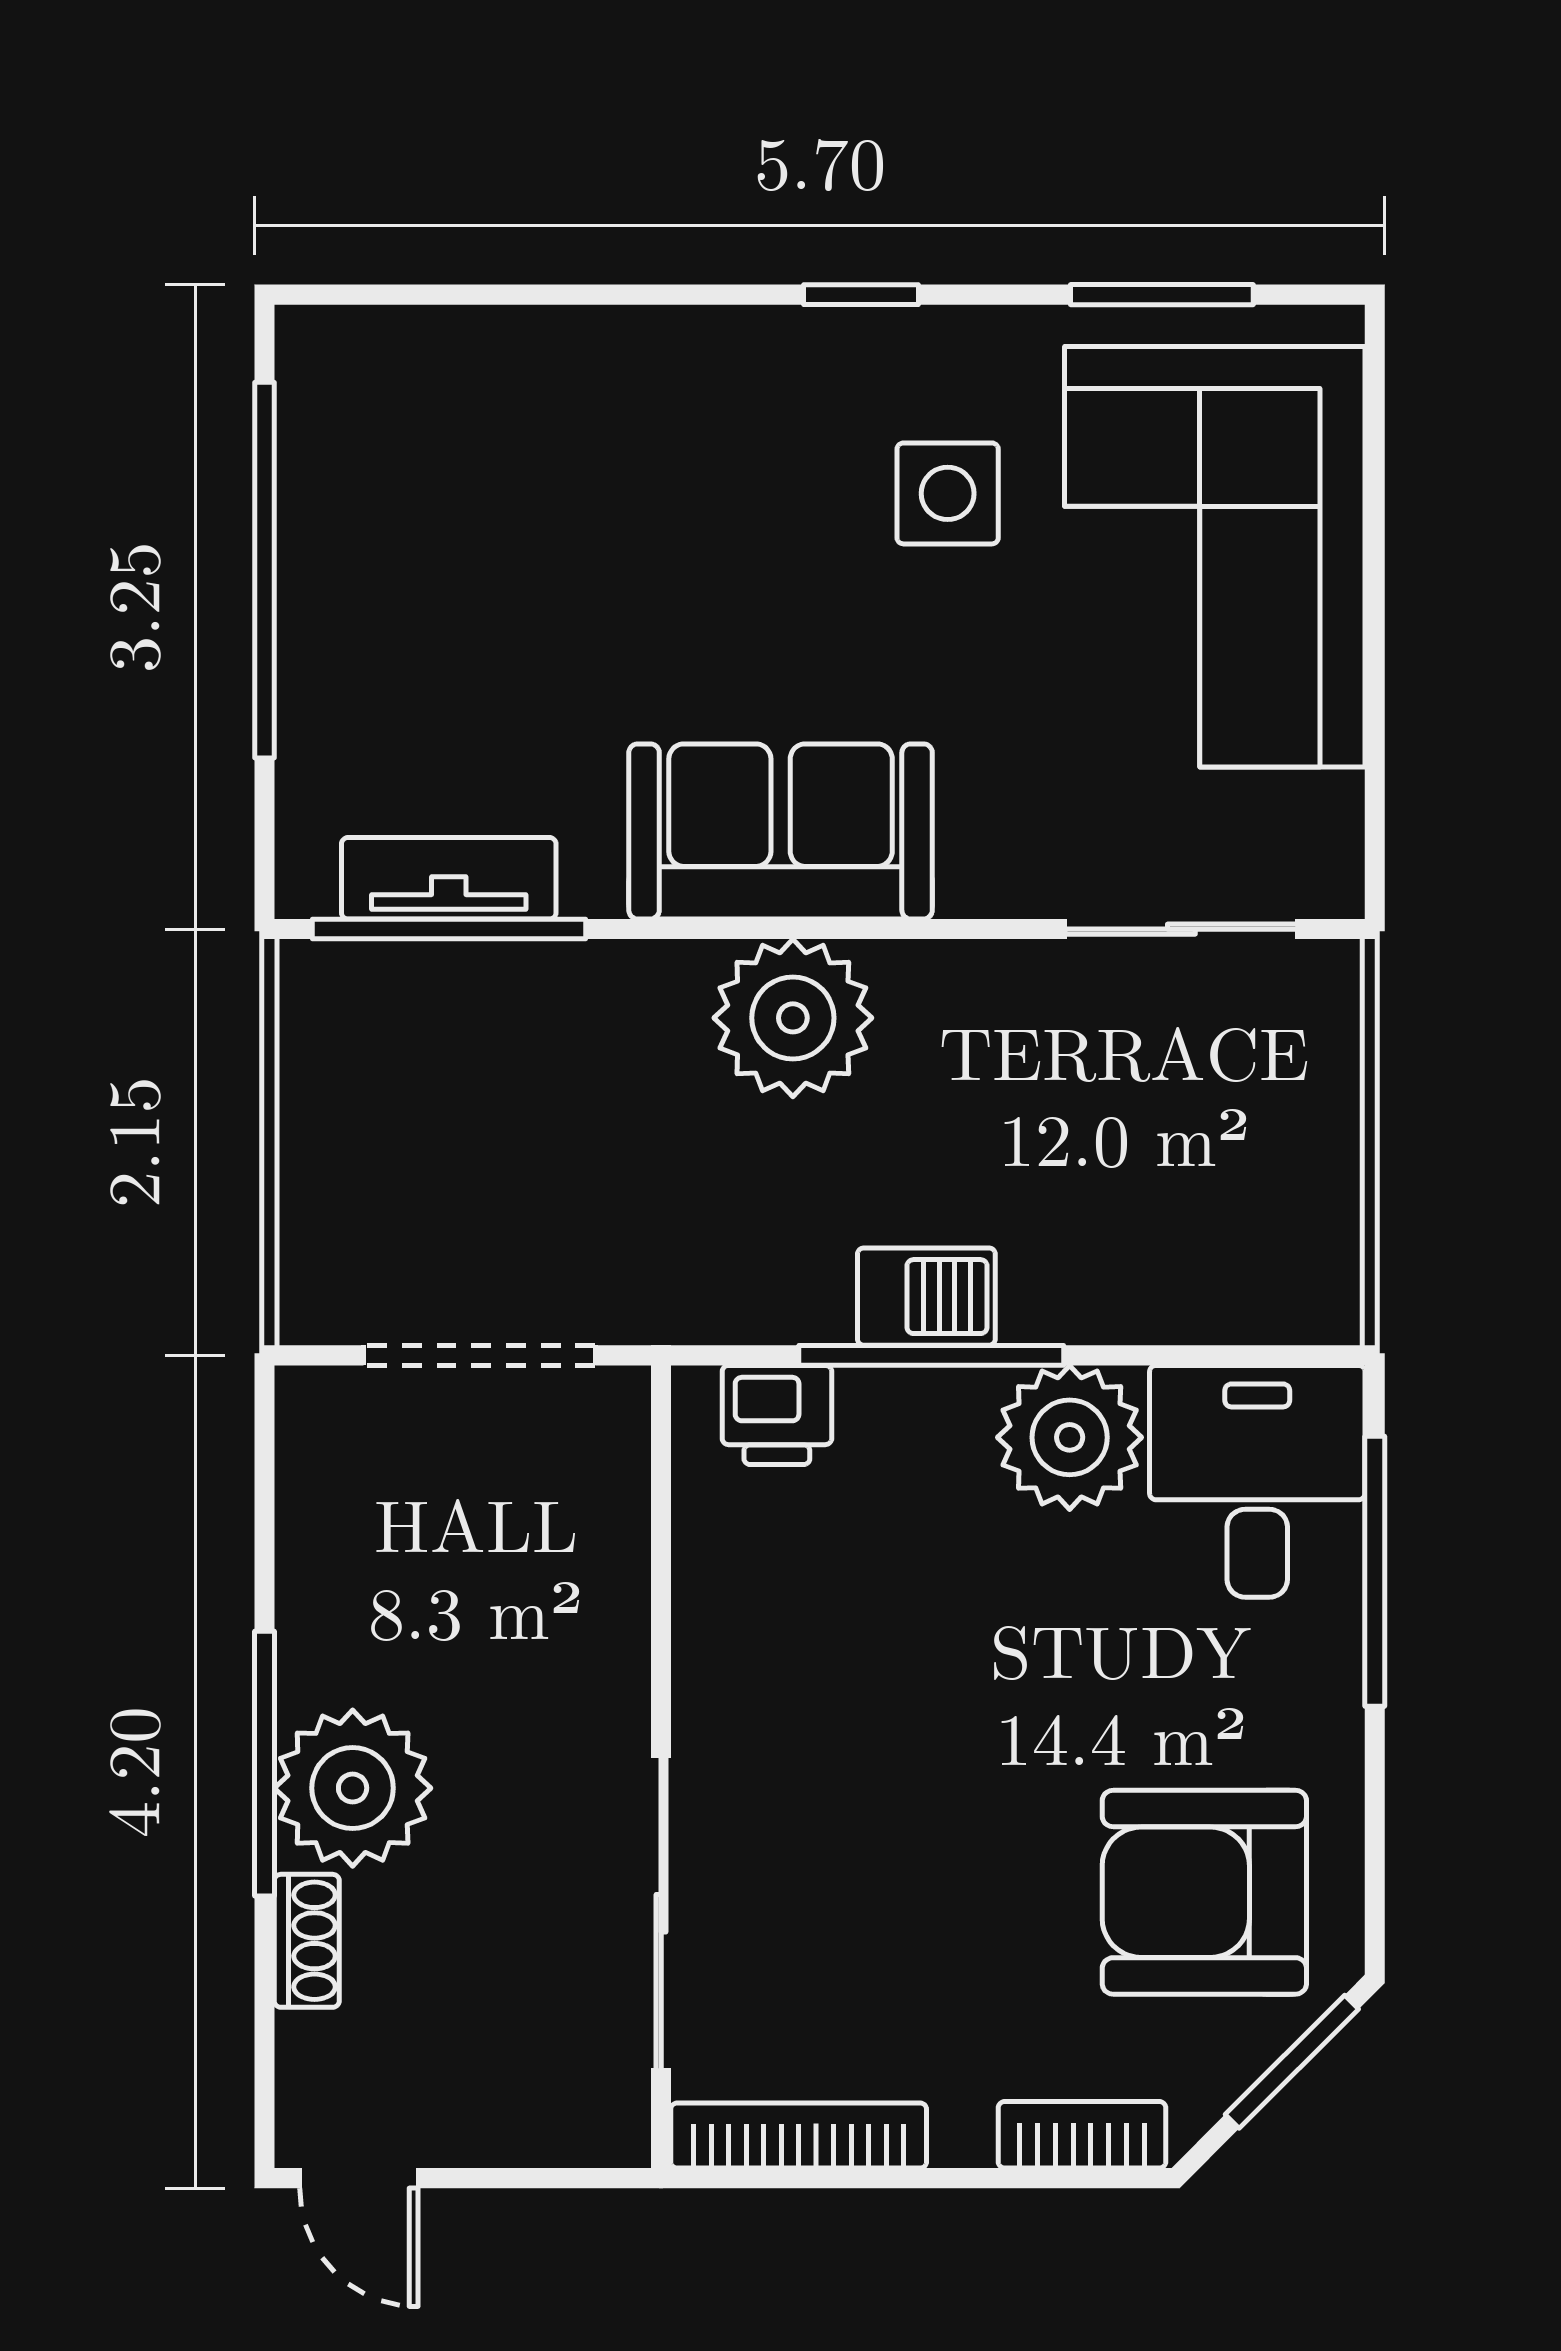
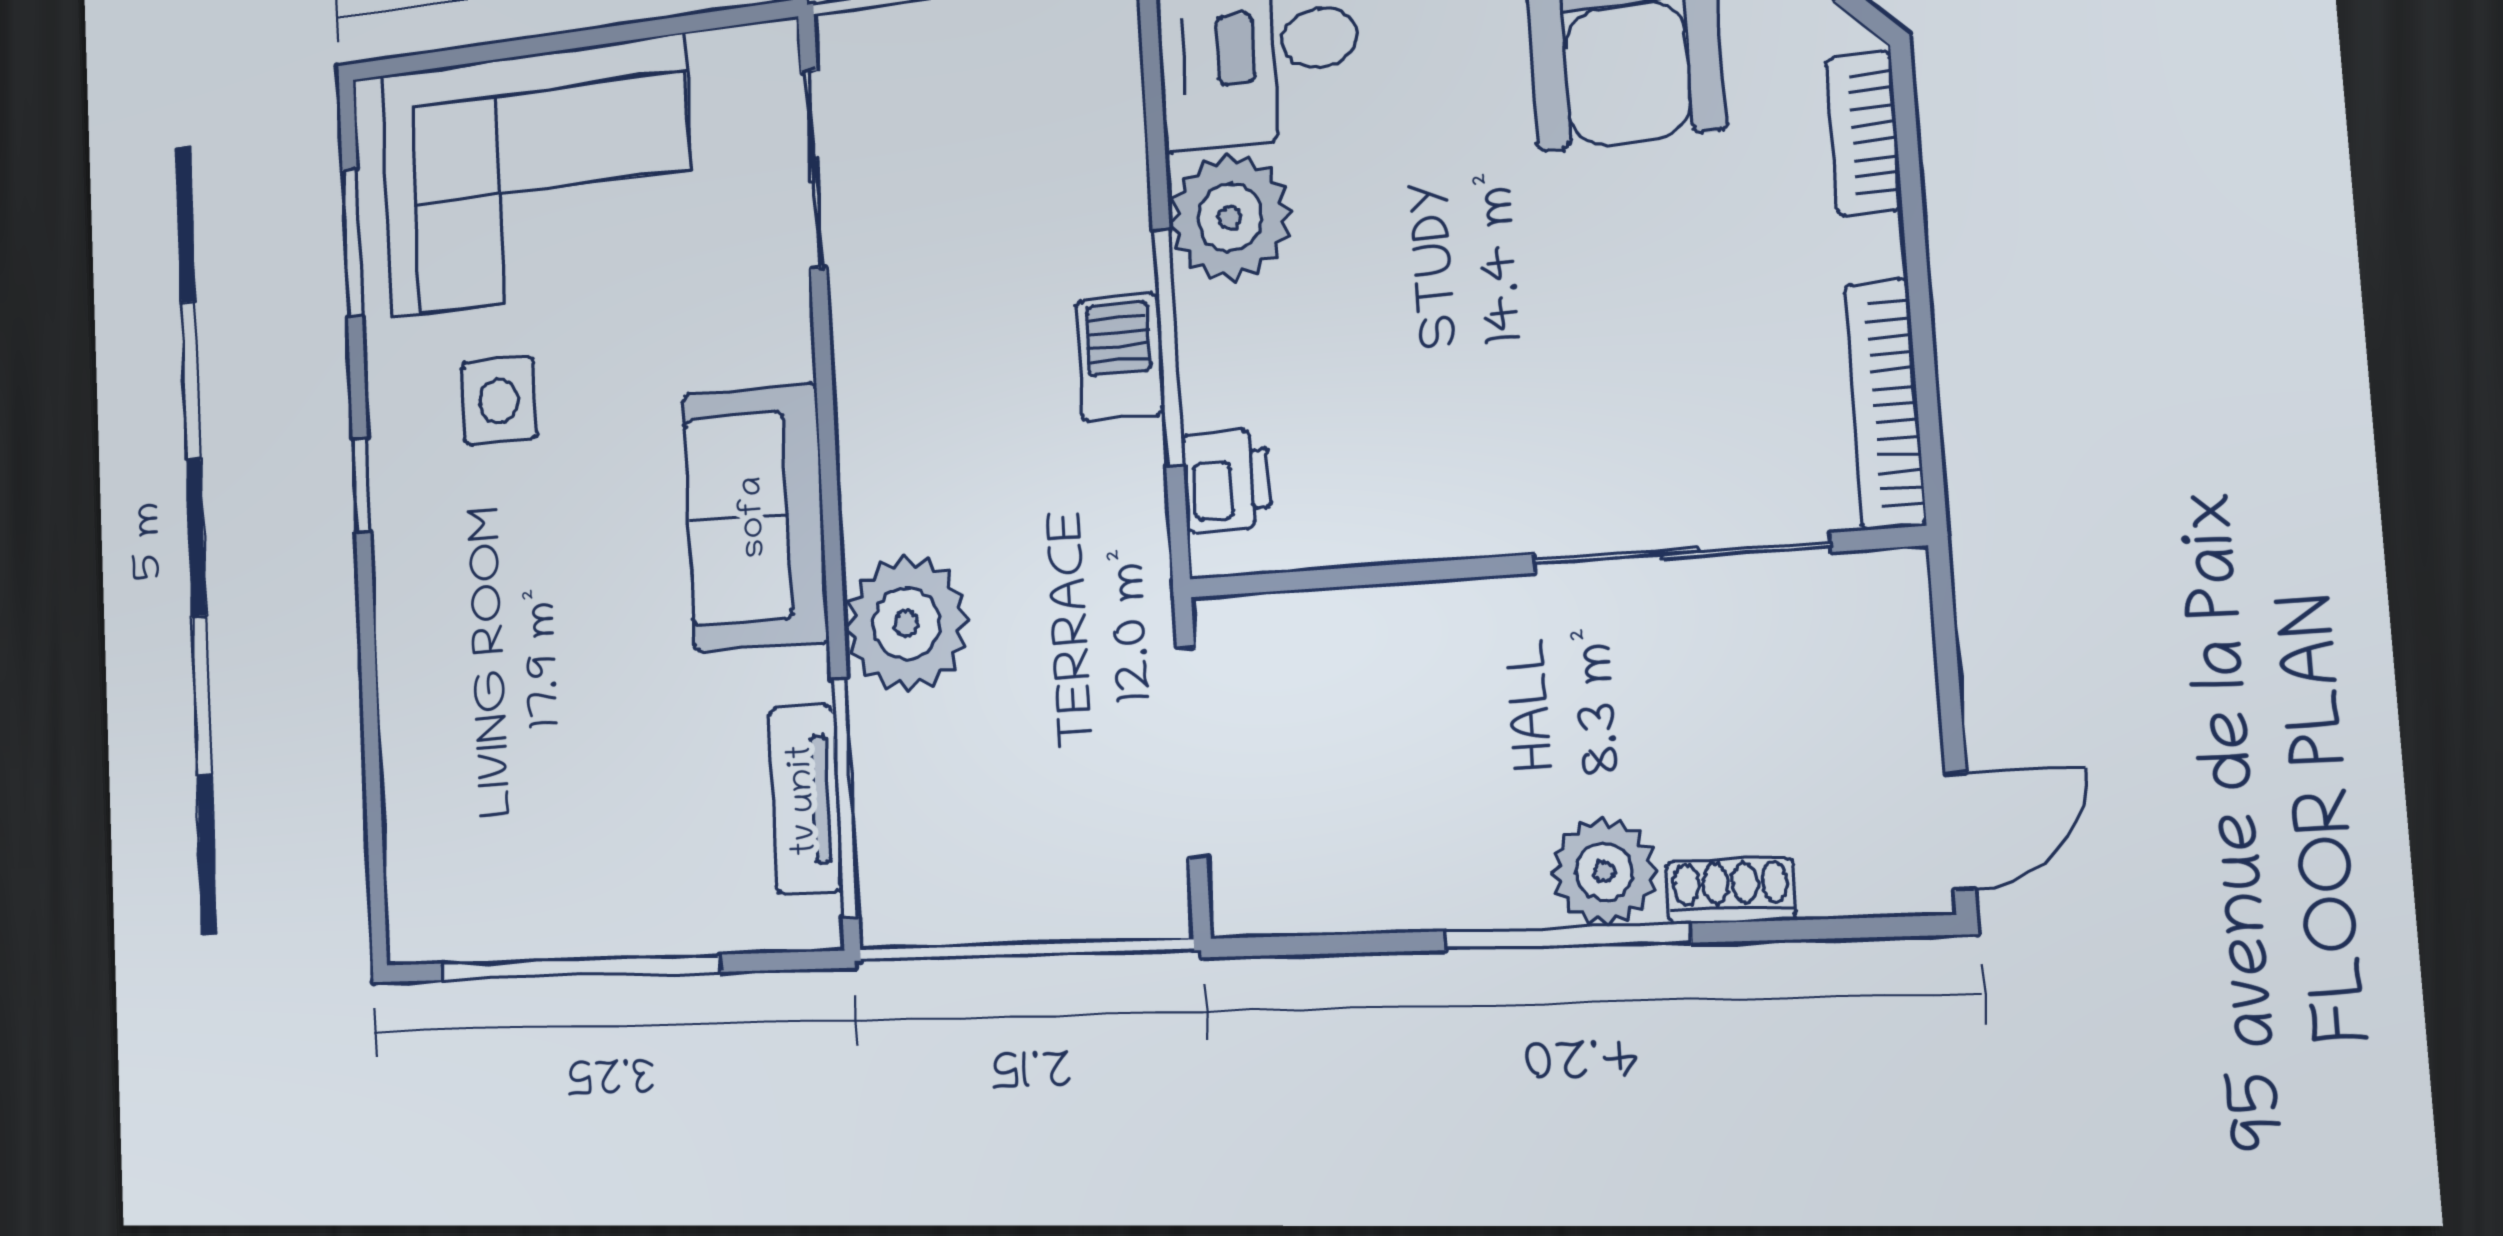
plant: (793, 1018) -> (906, 624), moved
plant: (353, 1788) -> (1604, 871), width x0.73, depth x0.73

